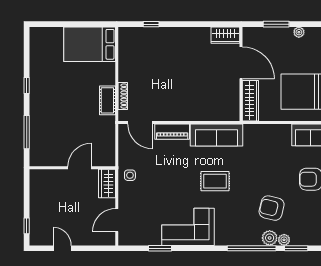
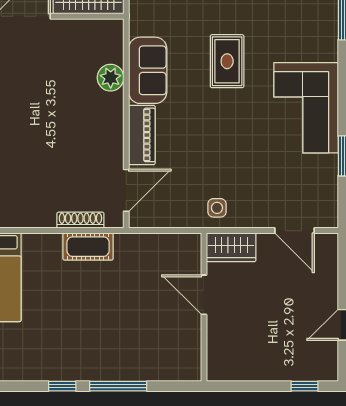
plant: (205, 113) -> (111, 78), added
window: (27, 132) -> (118, 386), moved
sofa: (217, 135) -> (148, 70), width x0.73

